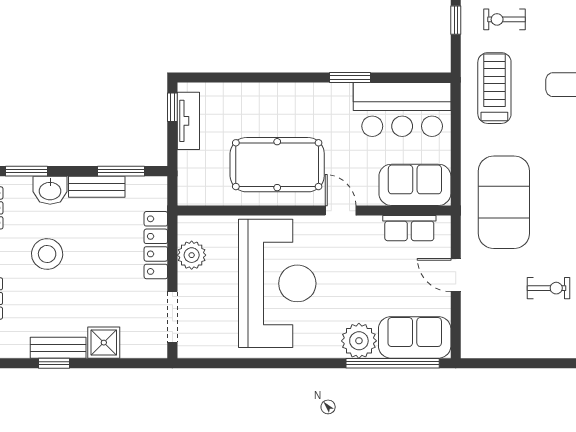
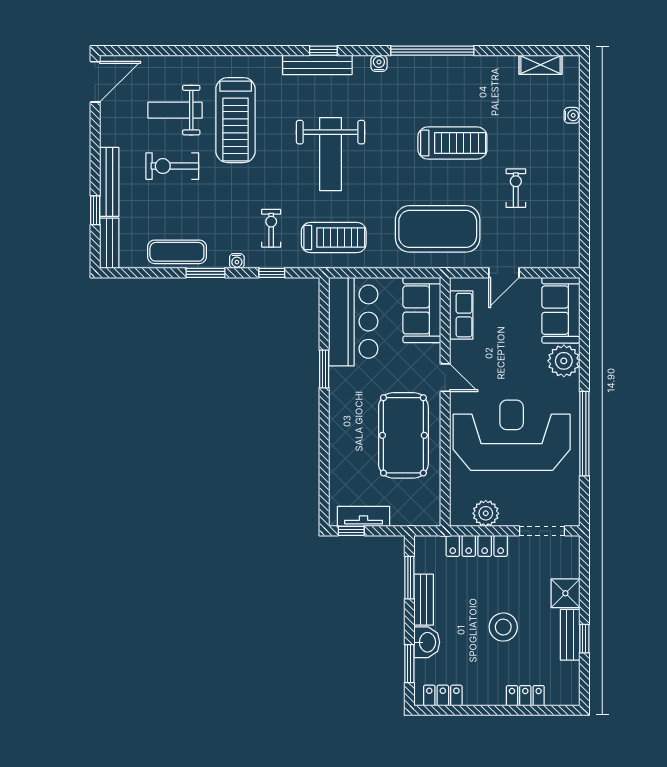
exercise bike: (504, 19) -> (271, 228), turned 180
treadmill: (494, 88) -> (334, 238), turned 180
door: (341, 211) -> (445, 378), swing flipped
stool: (47, 254) -> (503, 627), moved
window: (393, 363) -> (584, 434), moved

